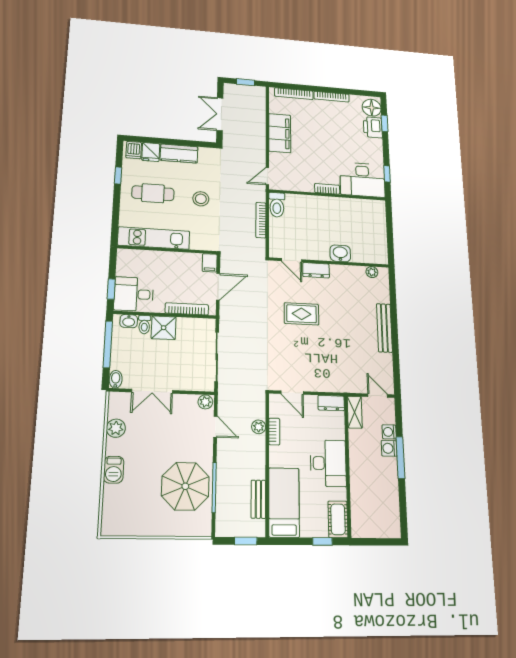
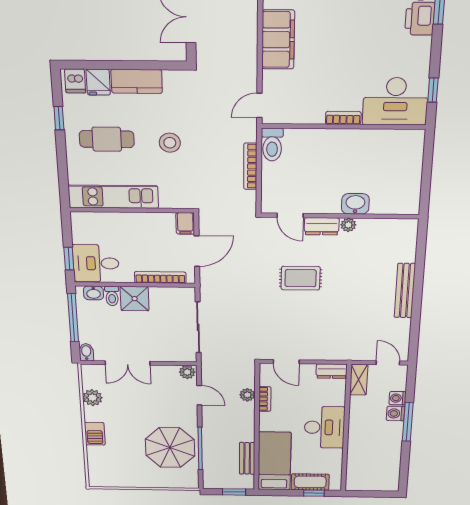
plant: (372, 272) -> (348, 225), moved
cot: (338, 519) -> (310, 482), moved, turned 90

